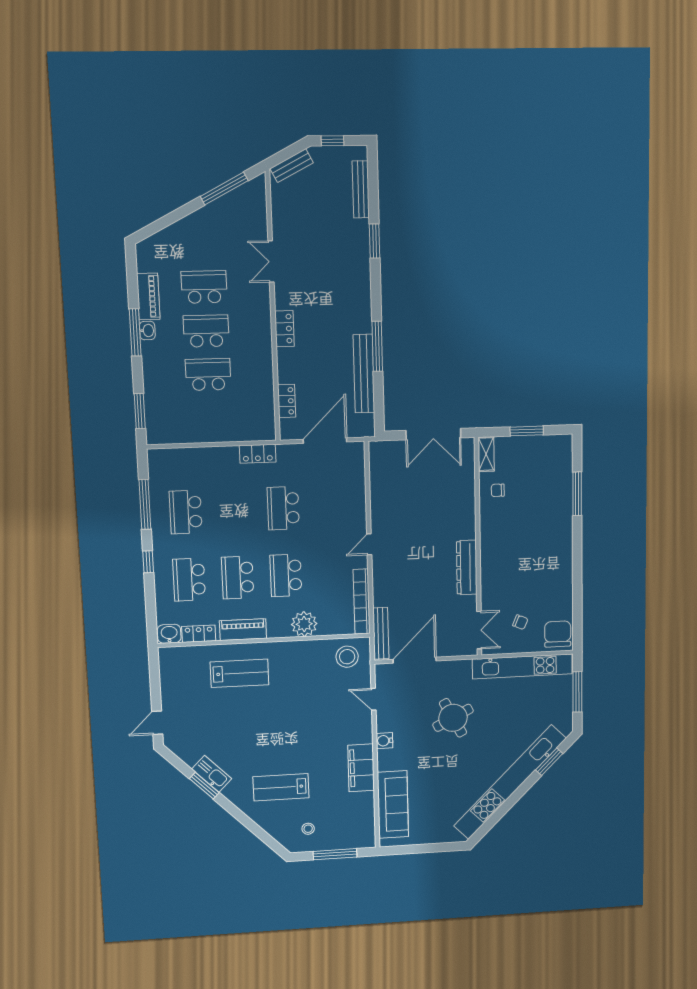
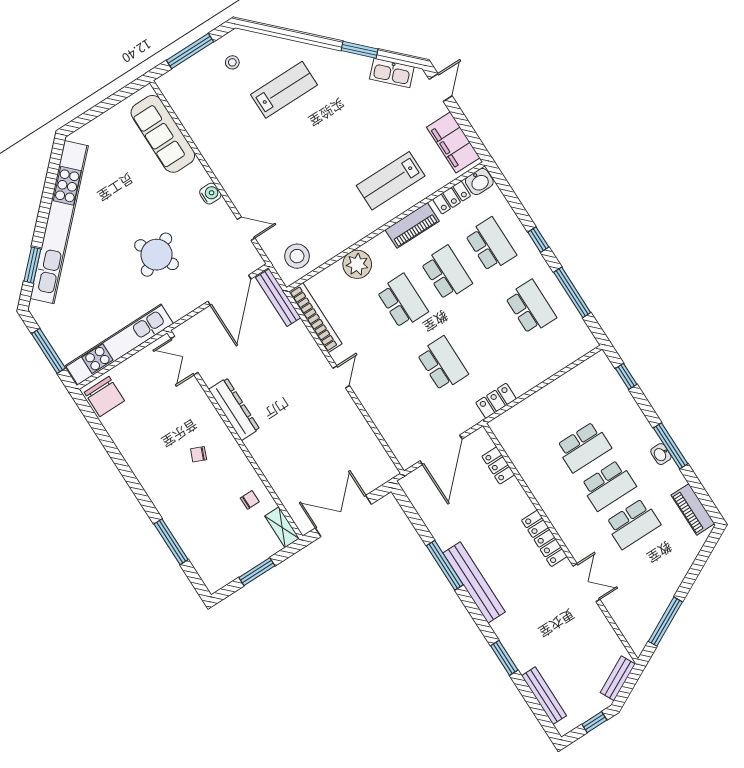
piano: (148, 296) -> (693, 509), moved
locker: (284, 329) -> (544, 538), width x1.53
bench: (364, 374) -> (474, 582), moved
window: (140, 411) -> (626, 376), width x0.67
chair: (520, 622) -> (199, 454), moved
filing cabinet: (361, 768) -> (453, 142), moved, turned 180
kitchen sink: (212, 774) -> (392, 73), moved

